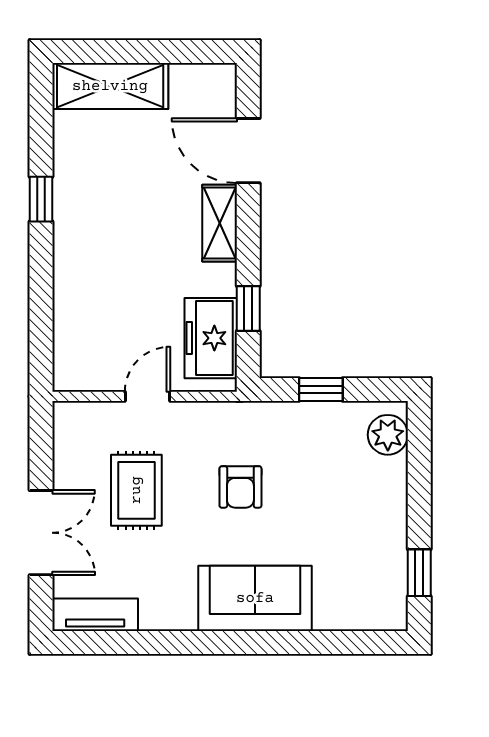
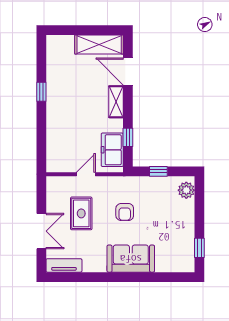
shelving: (110, 86) -> (99, 44), moved

